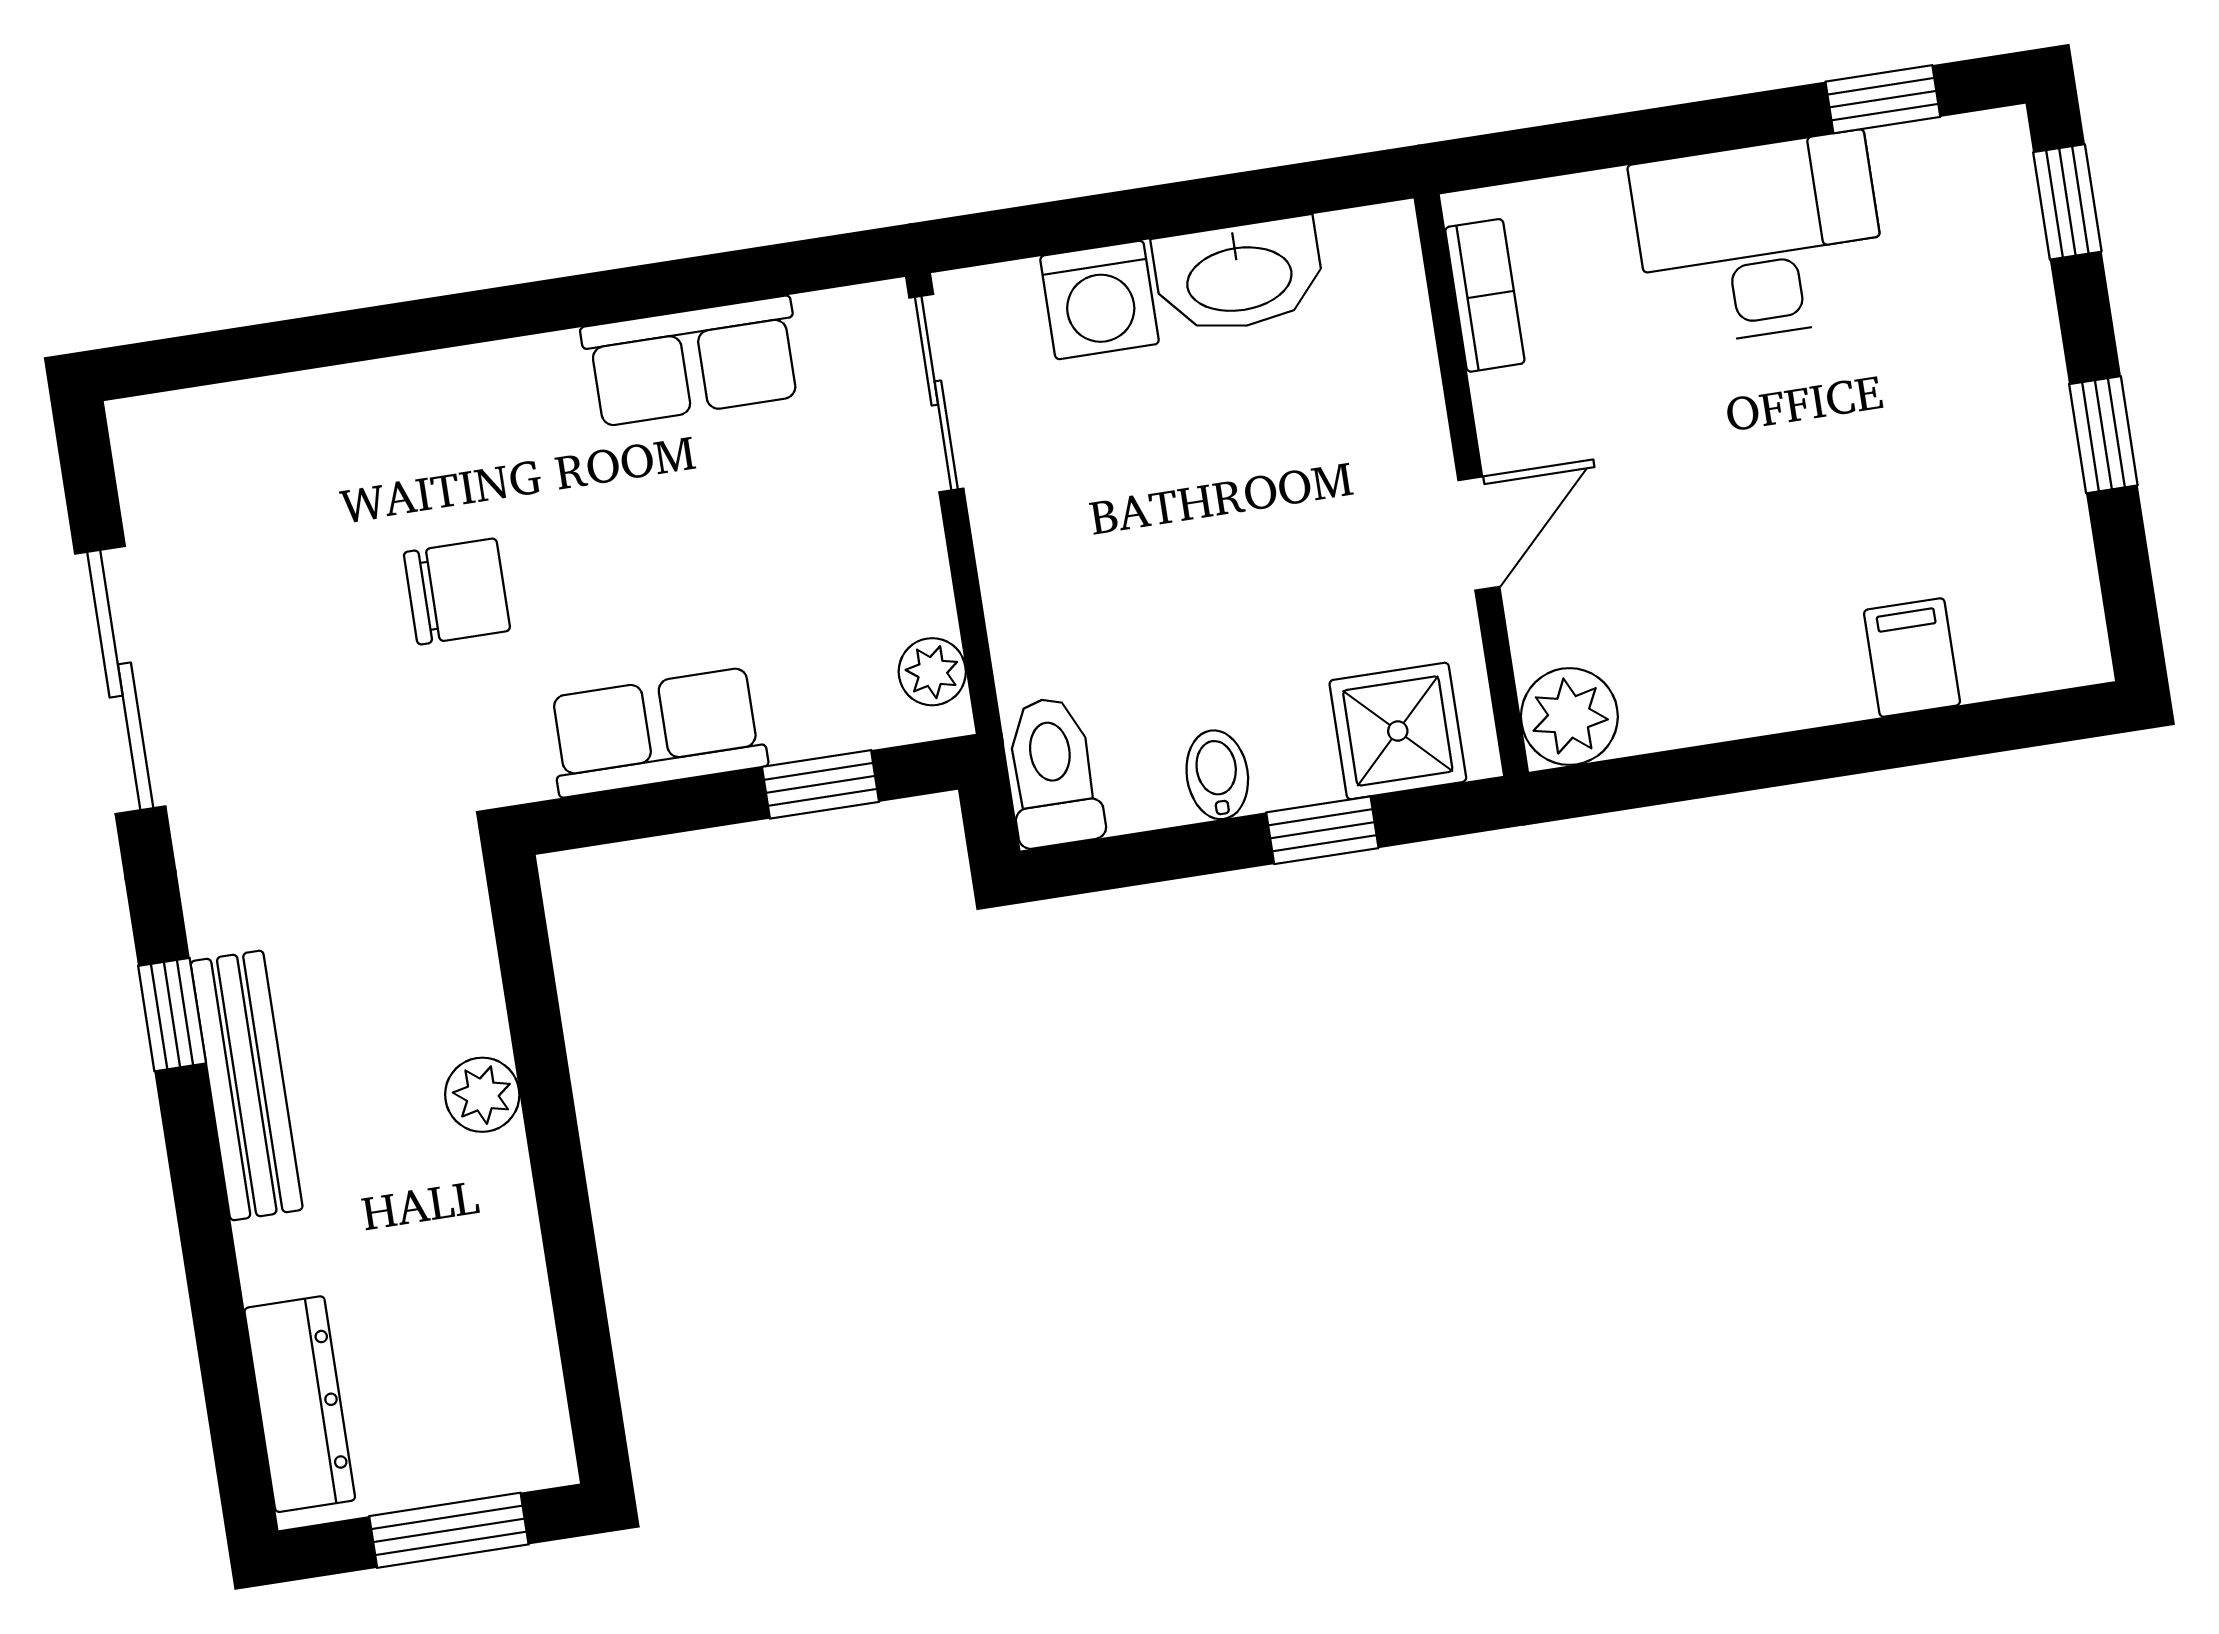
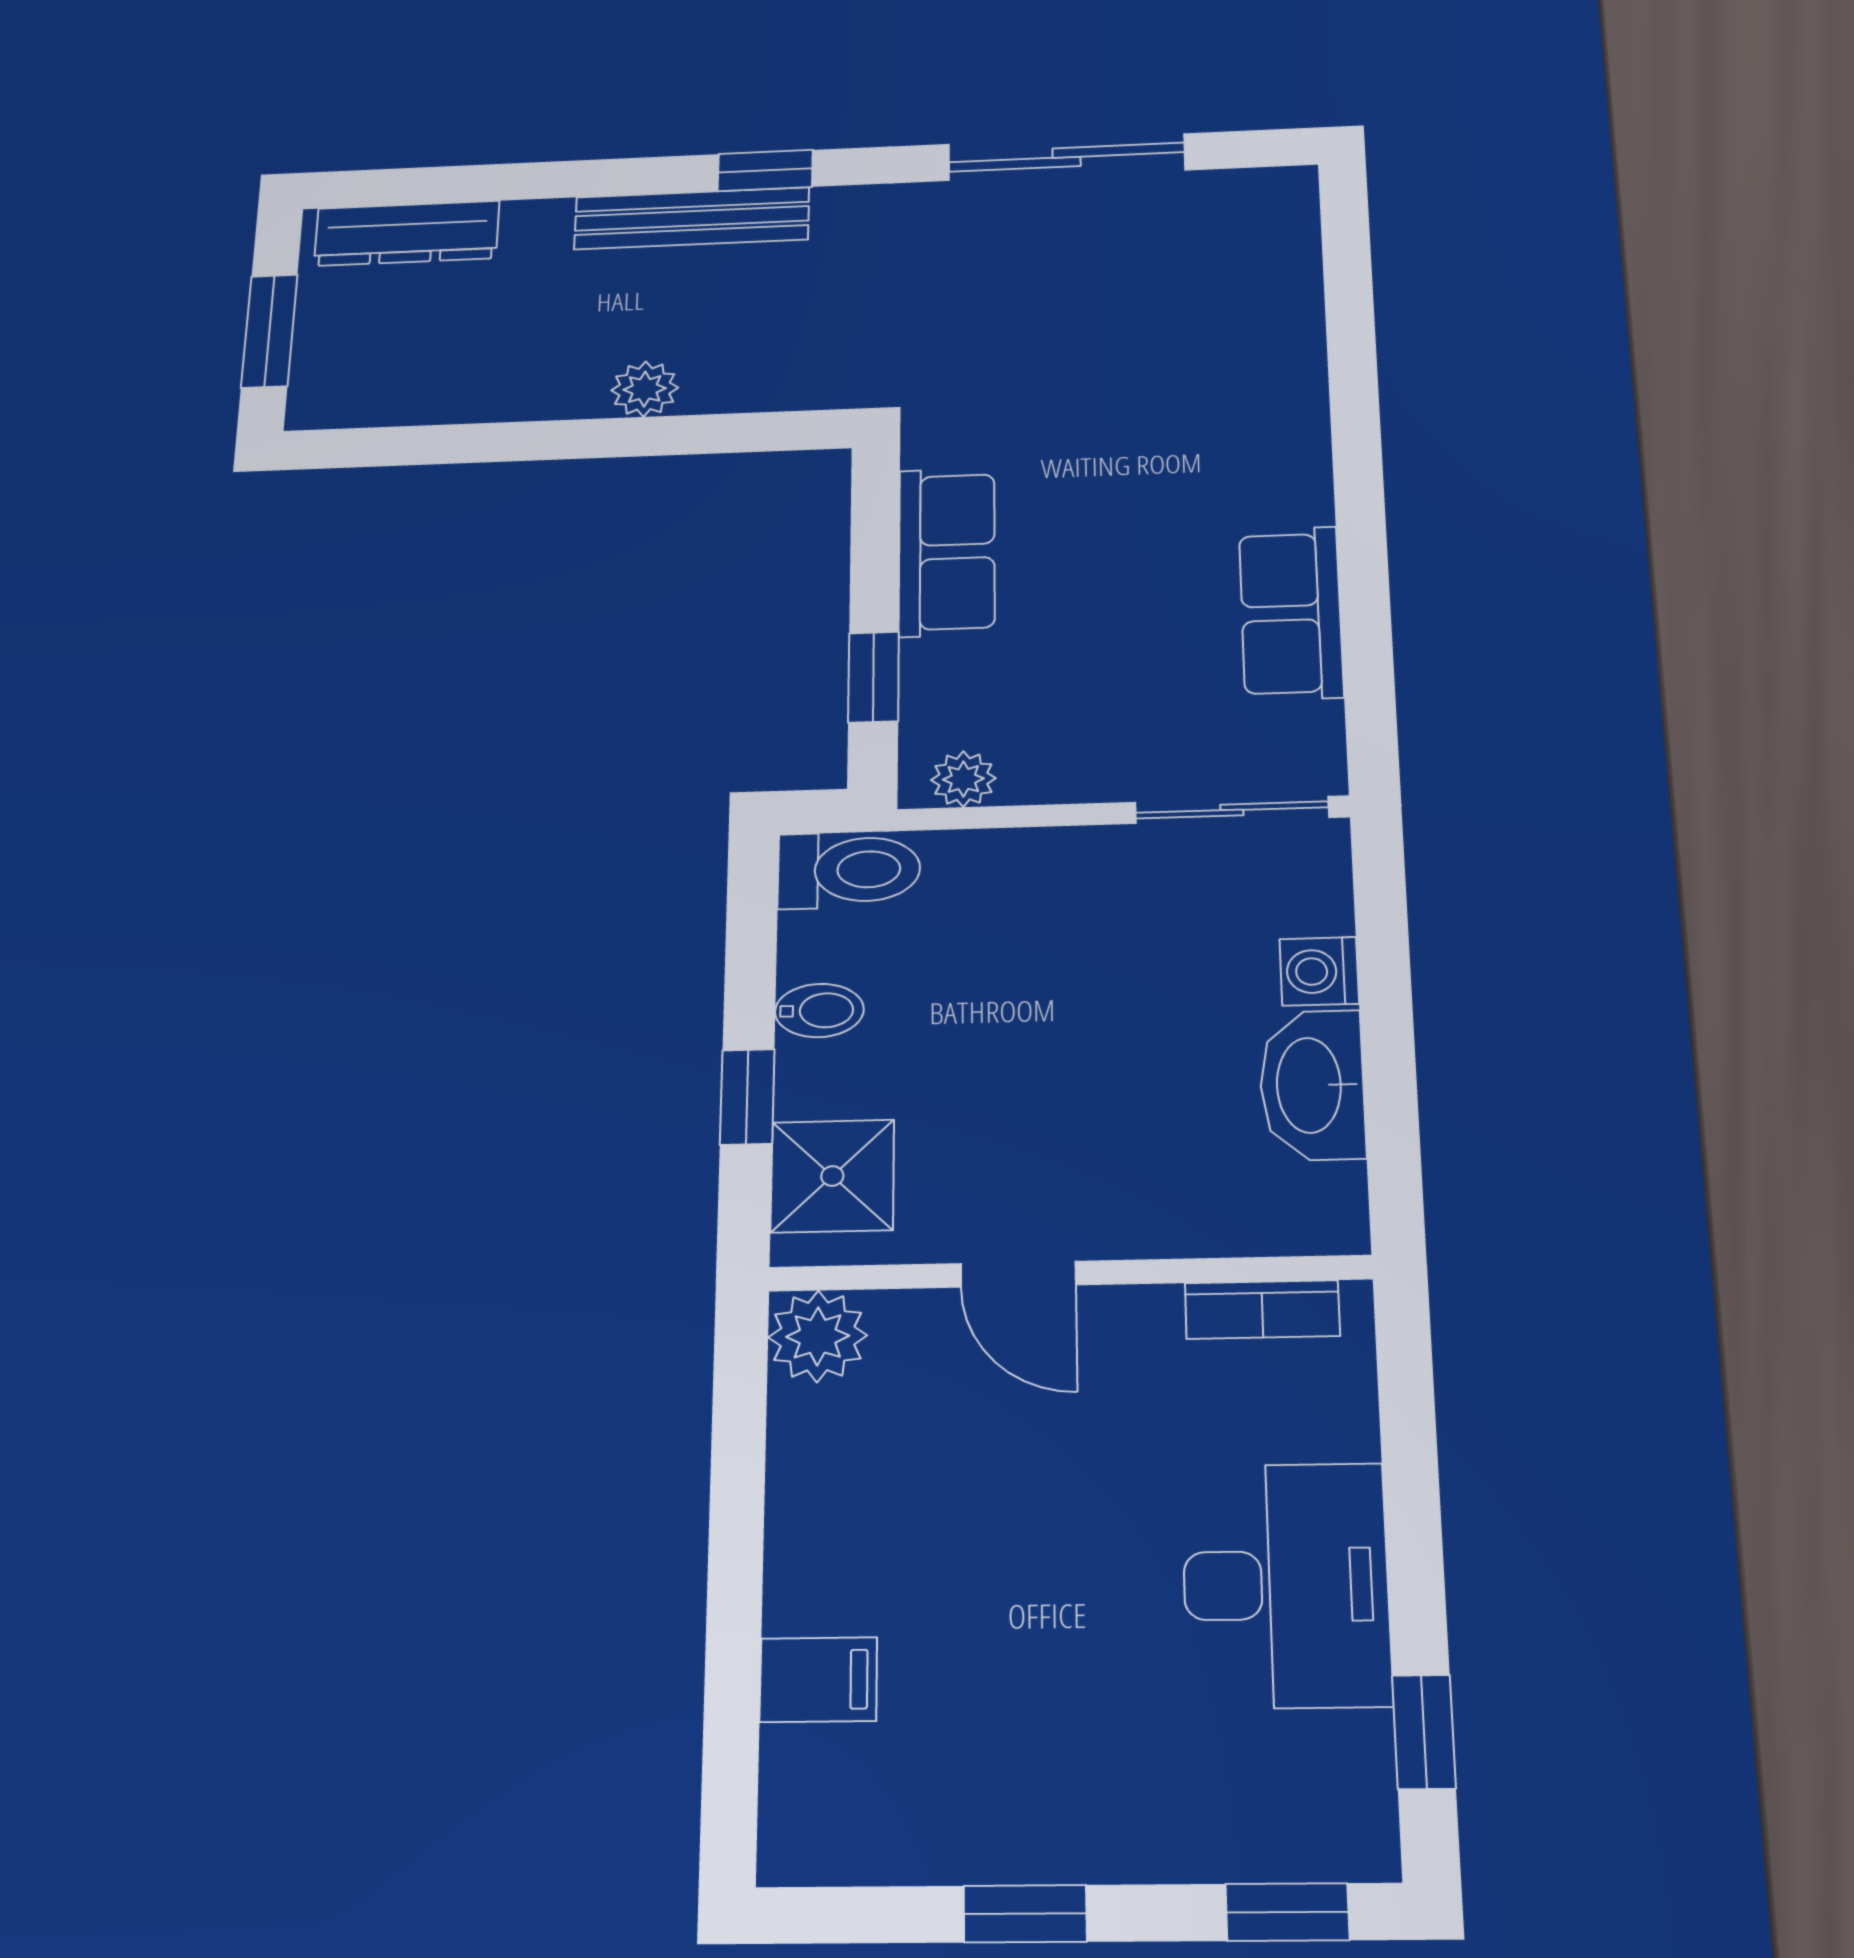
washing machine: (1099, 300) -> (1319, 971), width x0.73, depth x0.73
chair: (457, 591) -> (1104, 410), removed

